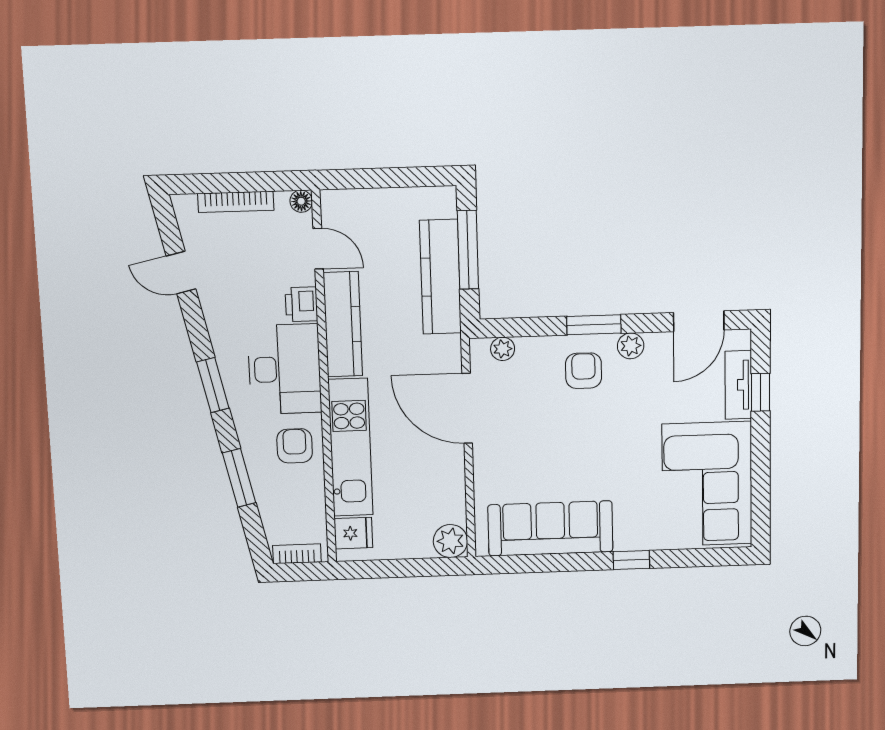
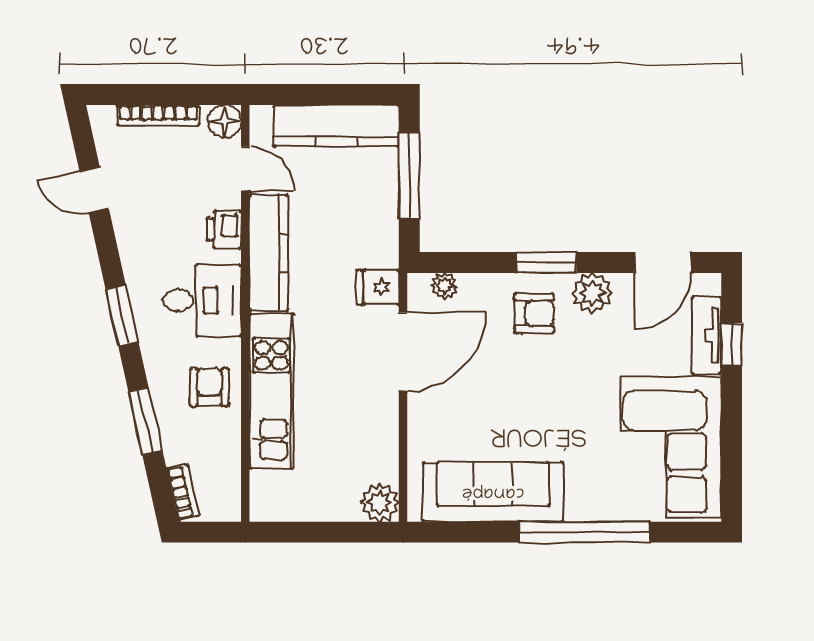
floor lamp: (301, 201) -> (225, 121), width x1.37, depth x1.37
kitchen counter: (440, 277) -> (336, 126), moved, turned -90
plant: (631, 346) -> (592, 293), width x1.38, depth x1.38
desk: (285, 369) -> (202, 300), width x0.73
armchair: (584, 371) -> (534, 313), turned 90
door: (467, 408) -> (403, 351), swing flipped
fridge: (353, 533) -> (378, 287), moved, turned 180
bookcase: (297, 554) -> (183, 492), moved, turned 78
window: (631, 560) -> (584, 532), width x3.17

